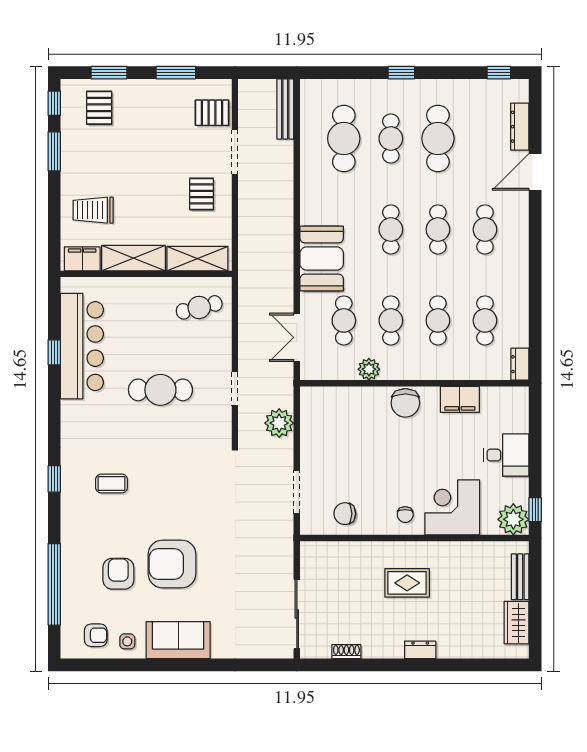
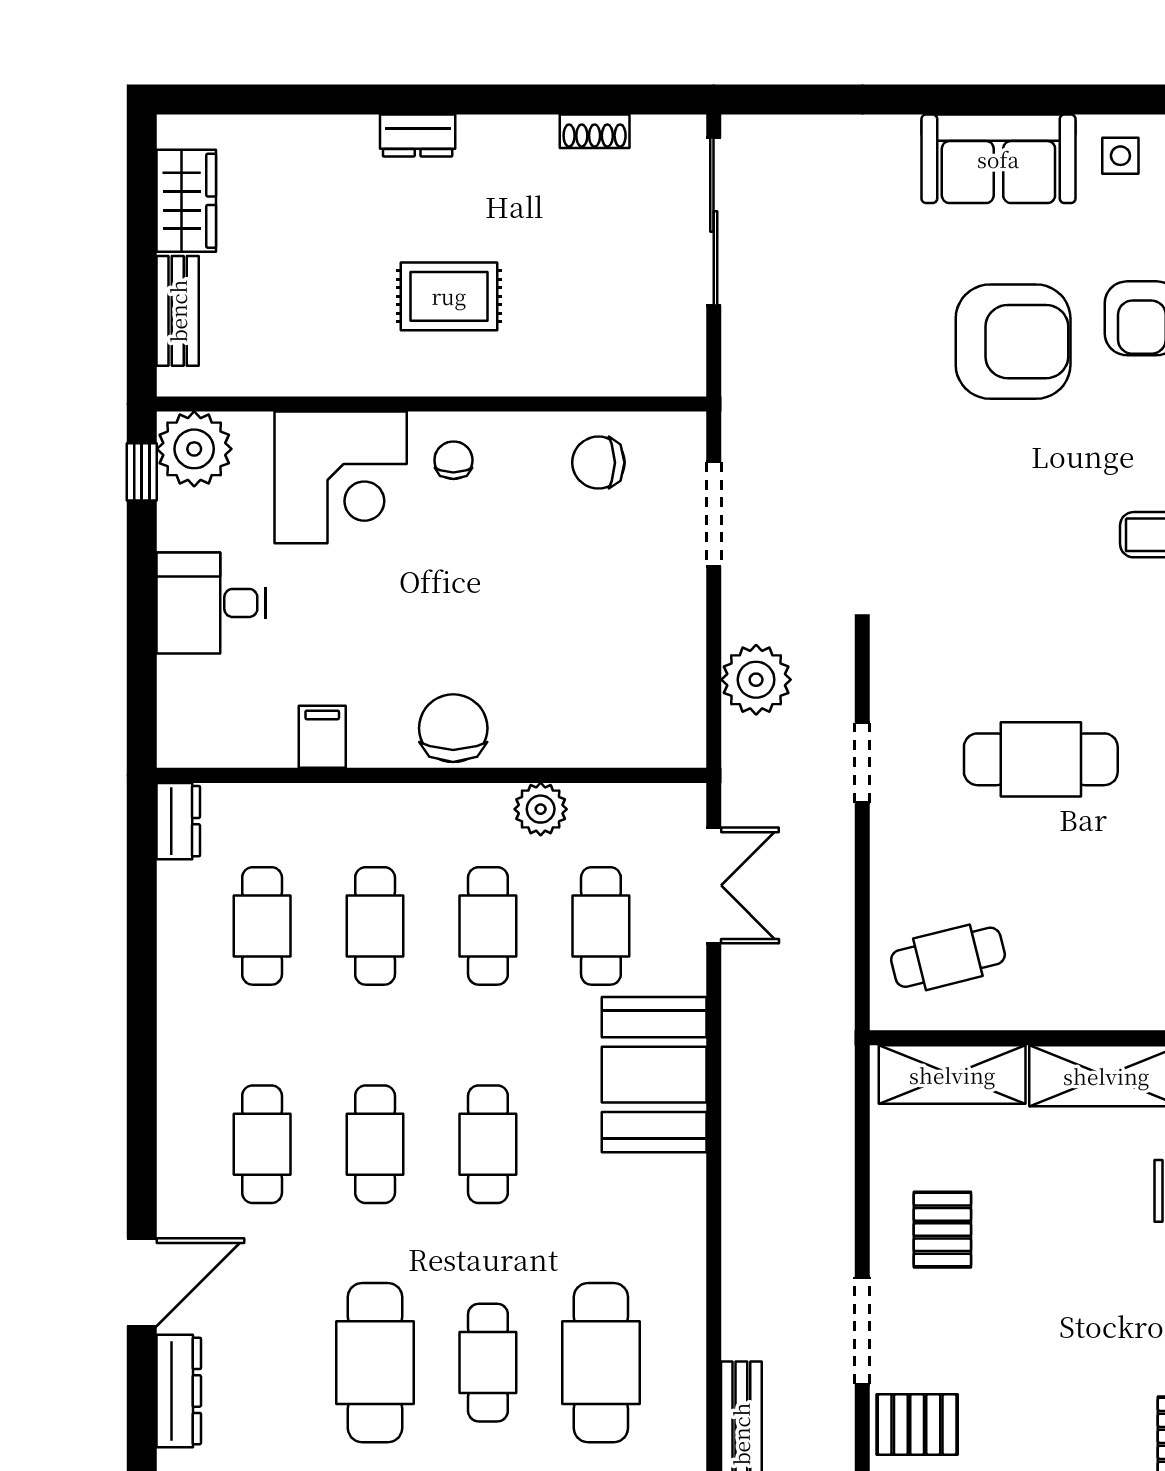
filing cabinet: (460, 399) -> (322, 737), width x0.50
chair: (345, 514) -> (598, 463), turned 180

